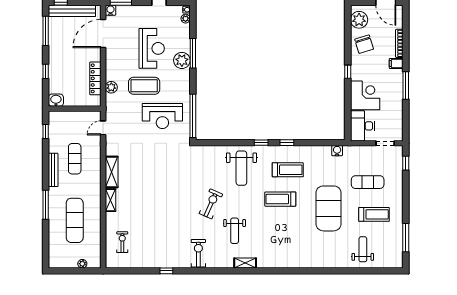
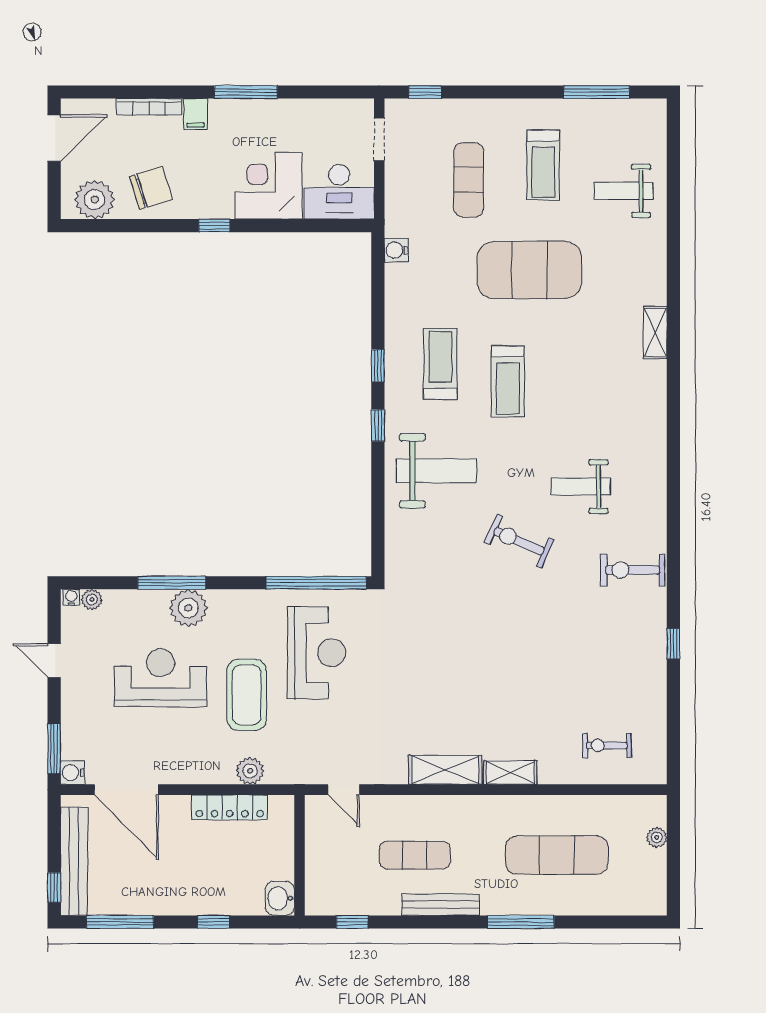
treadmill: (374, 214) -> (543, 165), turned 180
weight bench: (235, 231) -> (581, 487), turned 180
shelving: (245, 263) -> (655, 332), moved

